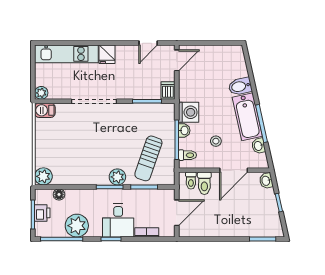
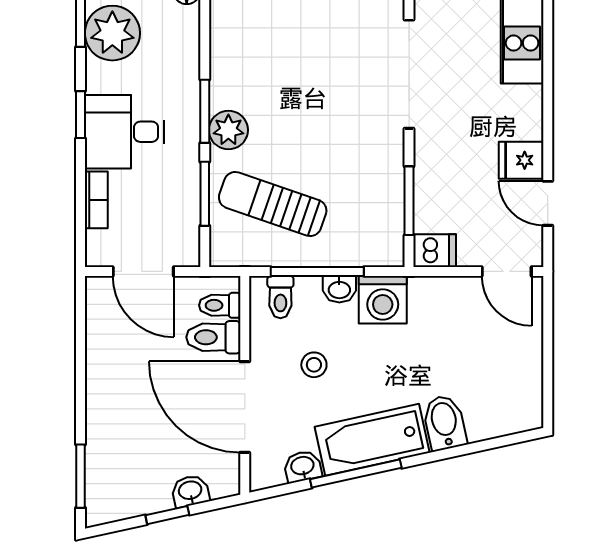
fridge: (107, 54) -> (521, 160), moved
door: (234, 170) -> (245, 407), width x1.36
washbasin: (266, 181) -> (190, 491), moved

